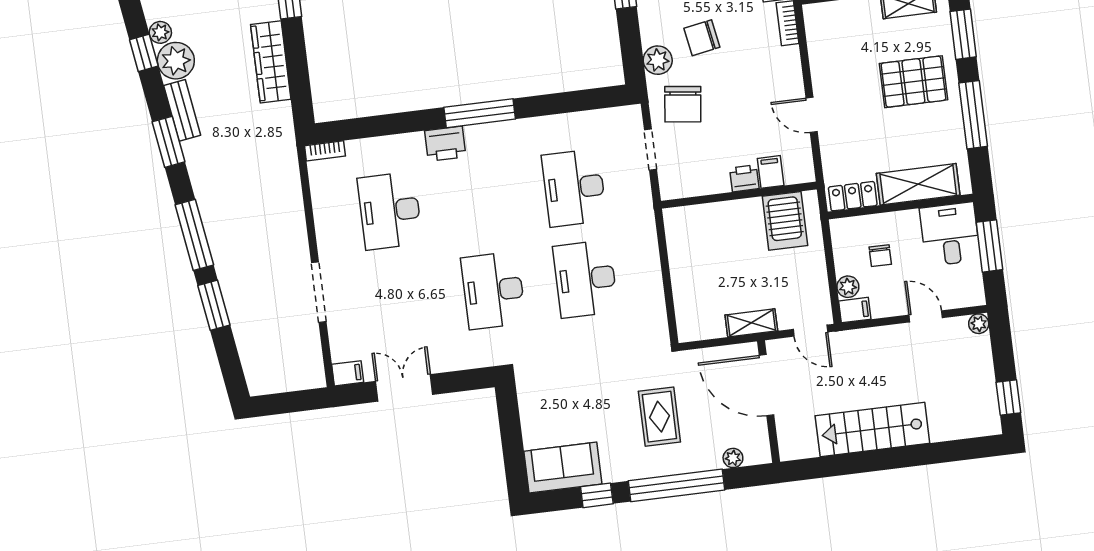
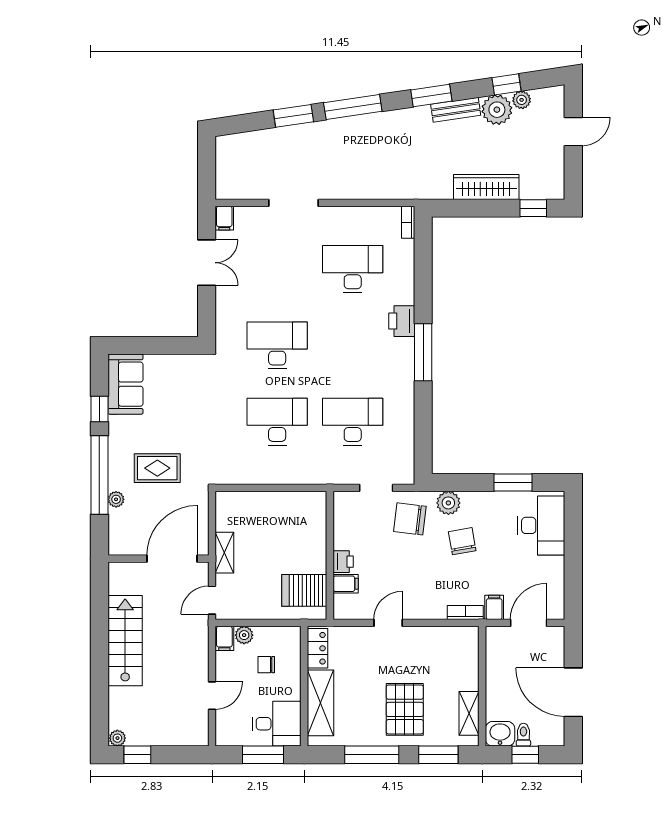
plant: (979, 324) -> (117, 738), moved
plant: (733, 458) -> (116, 499), moved

